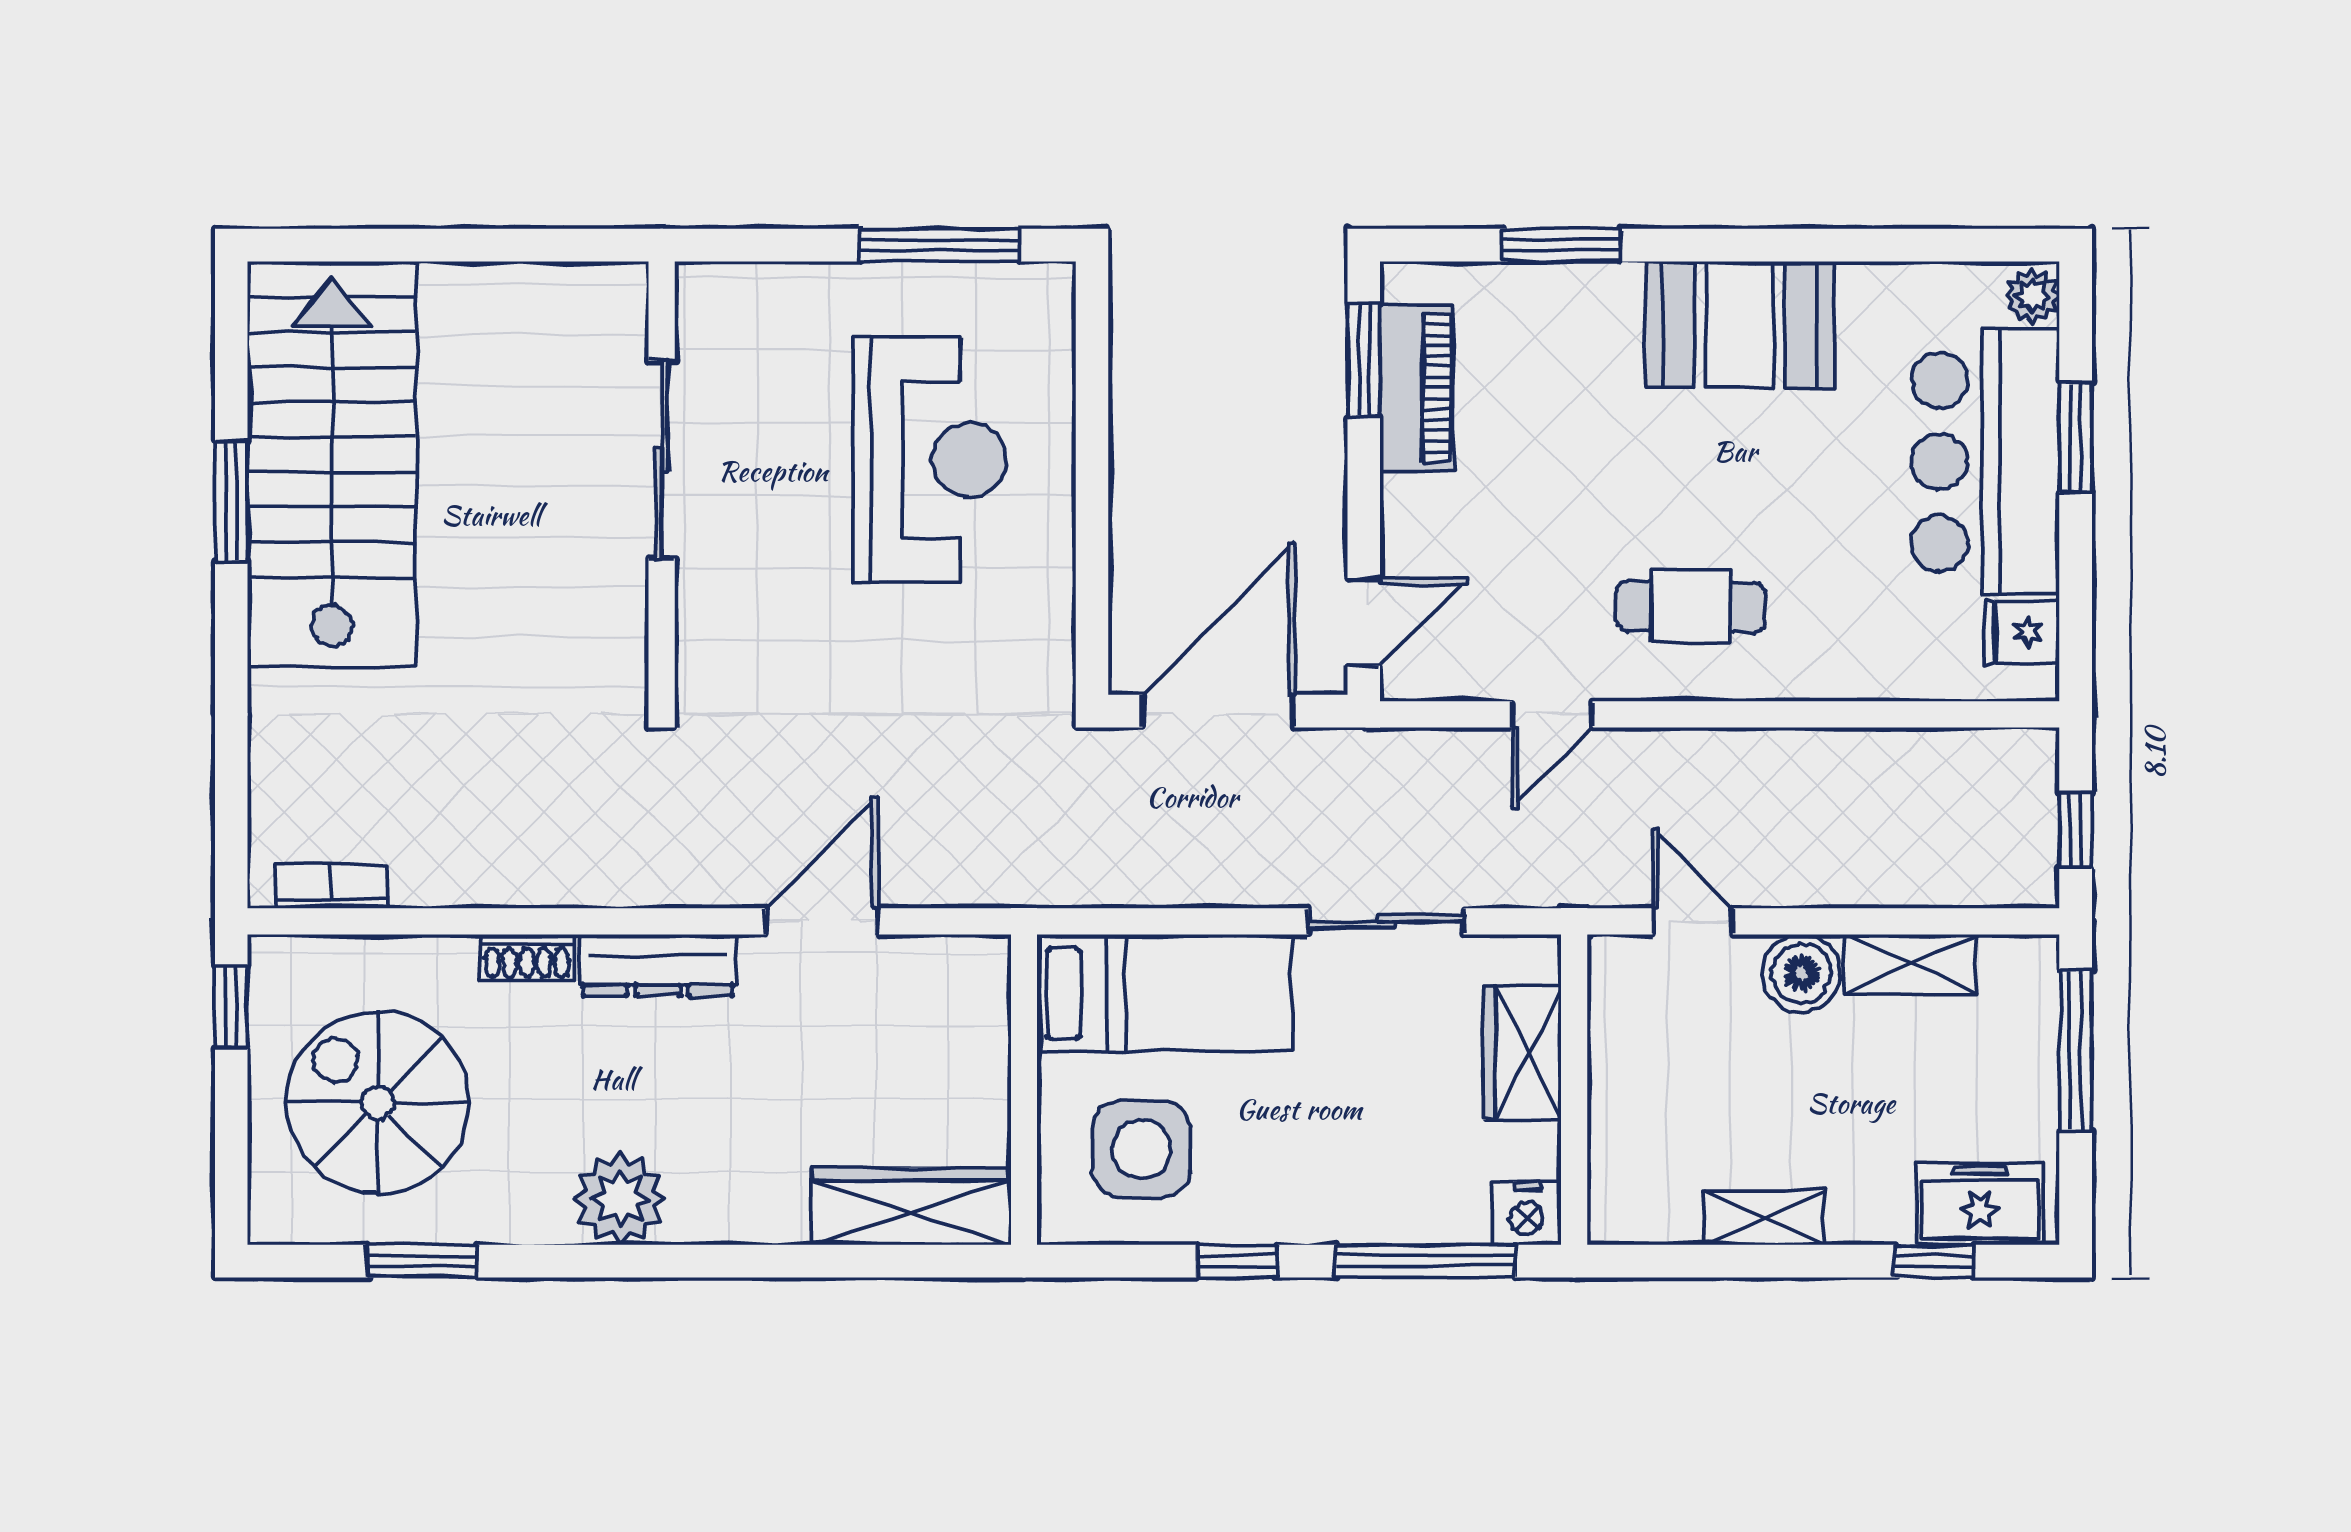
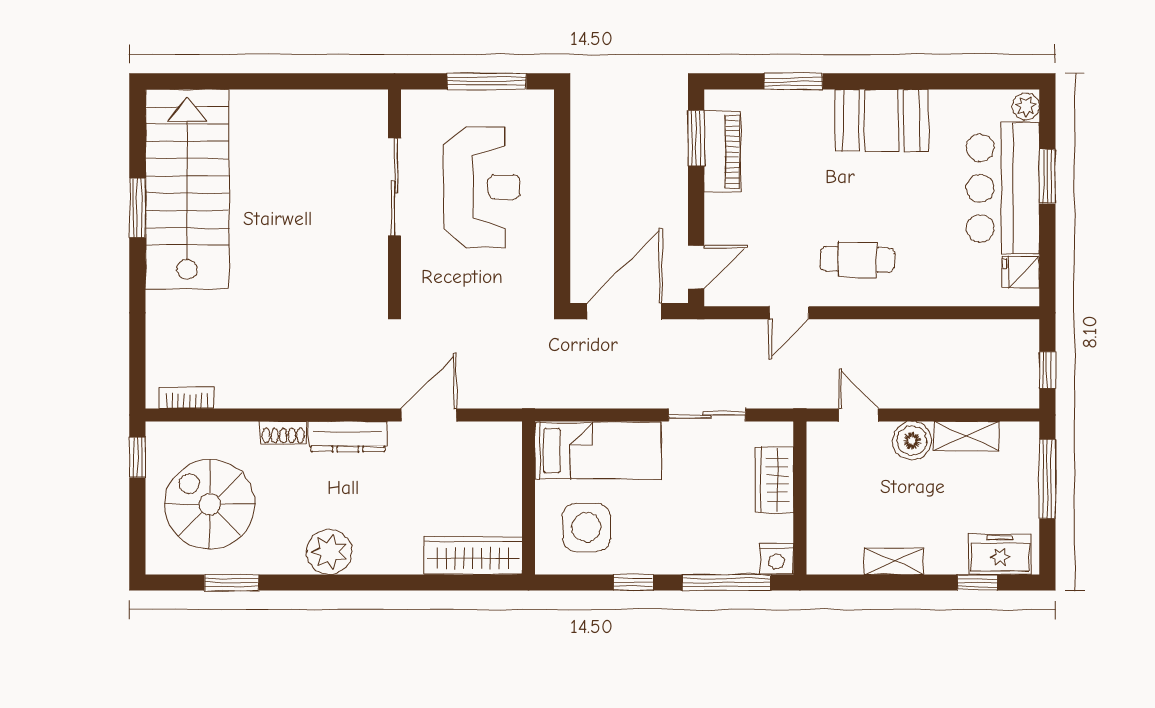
sliding door: (662, 460) -> (394, 187), moved
wall: (662, 481) -> (394, 198), moved

